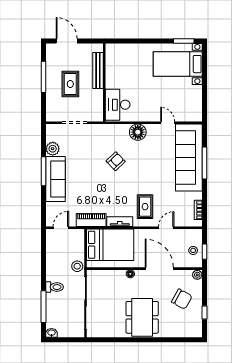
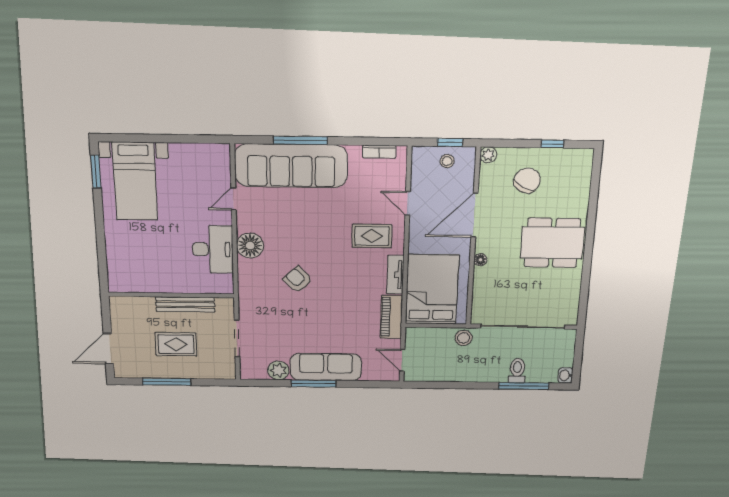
bench: (98, 70) -> (185, 304), moved
desk: (118, 105) -> (213, 249), moved, turned -90
toilet: (55, 287) -> (517, 371), moved

